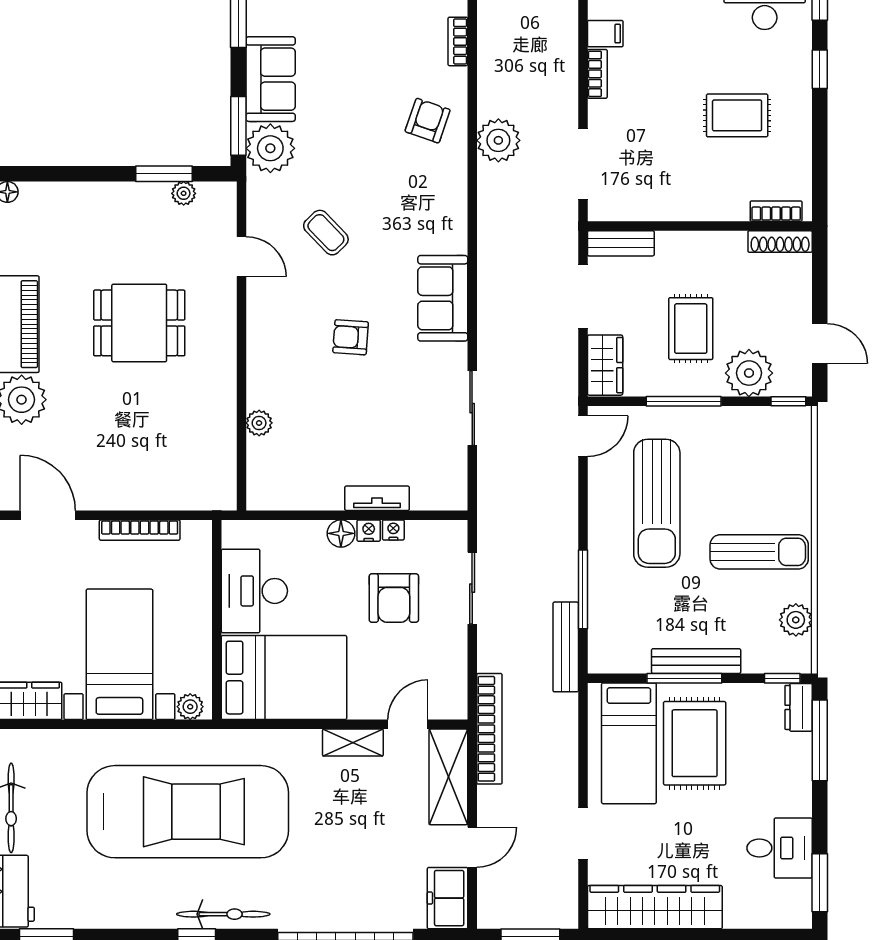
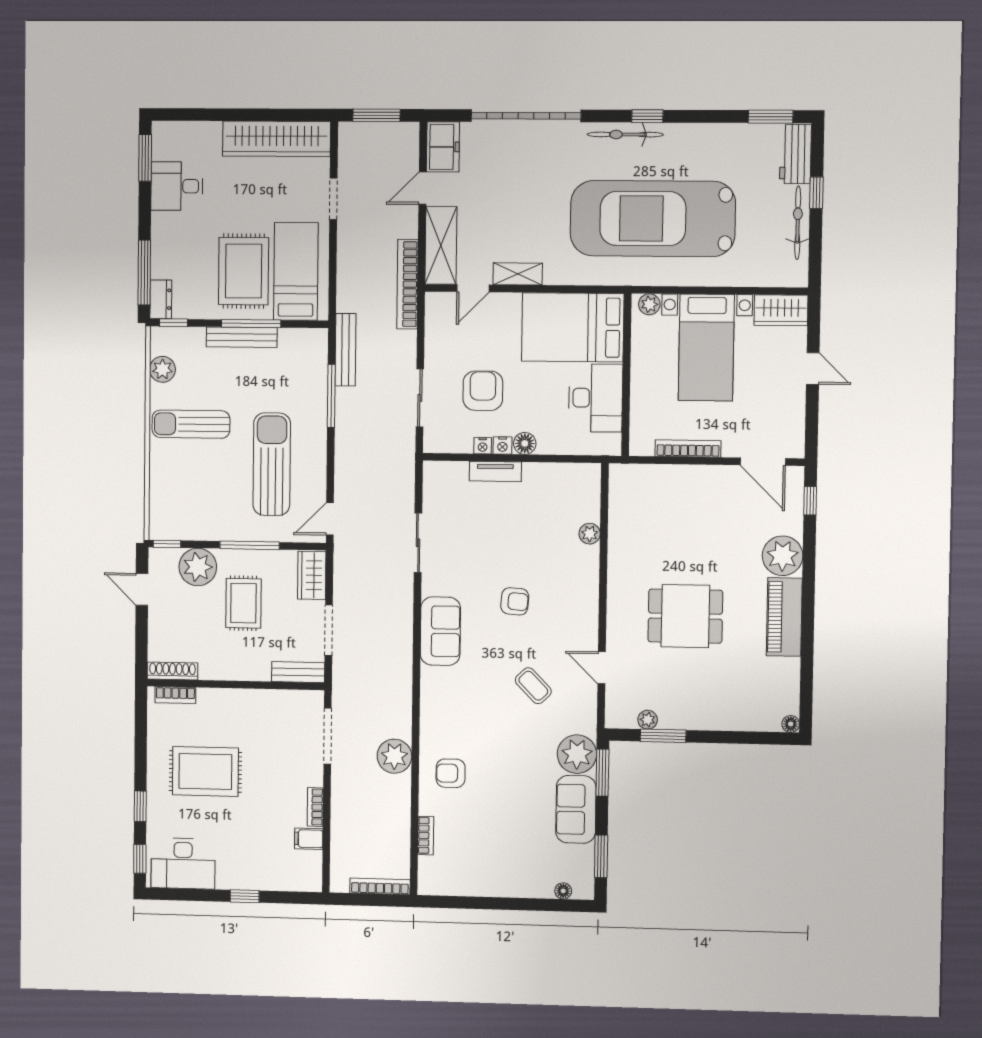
rug: (737, 115) -> (205, 771), width x1.36, depth x1.43
armchair: (428, 121) -> (451, 773), turned 71

